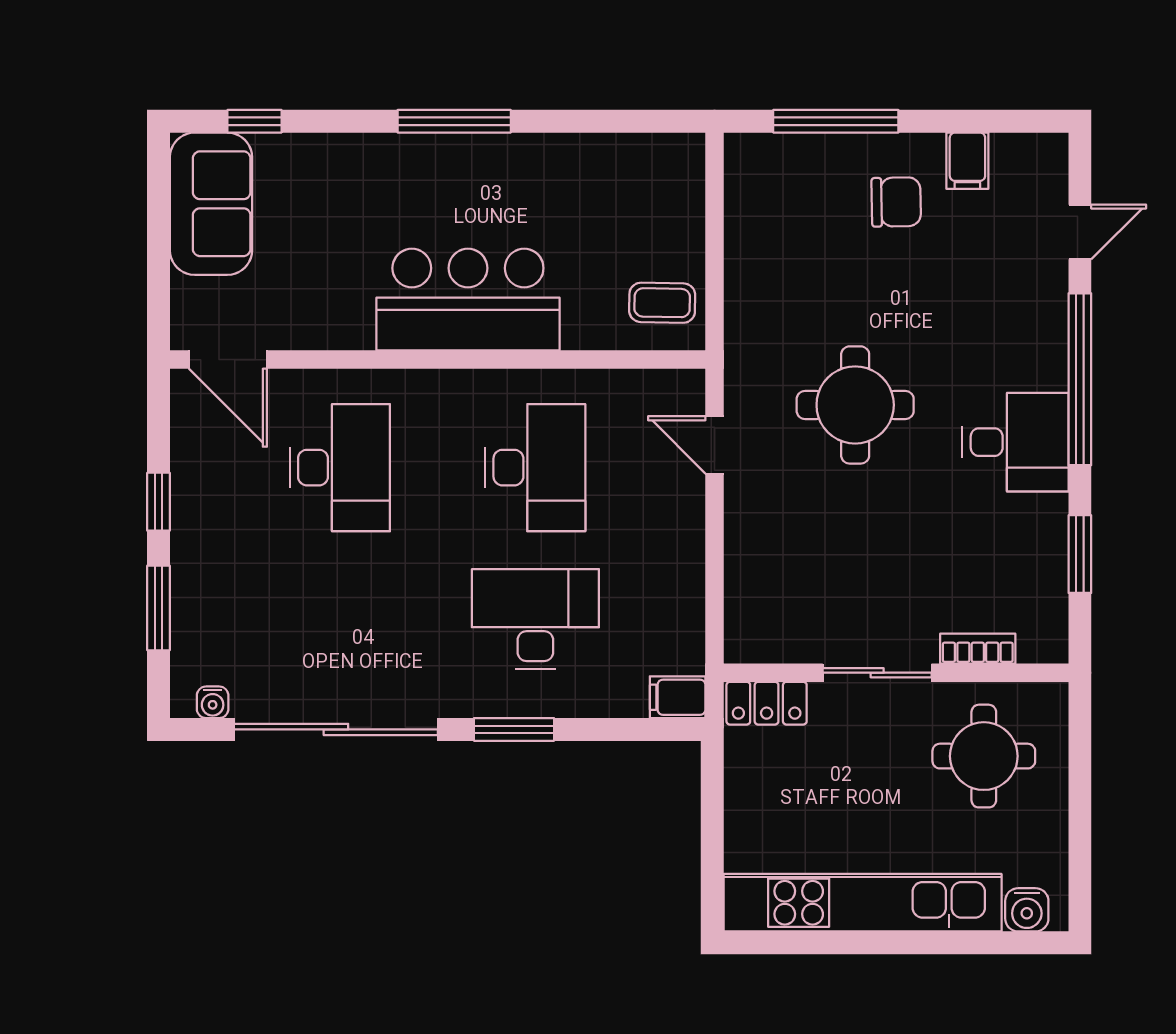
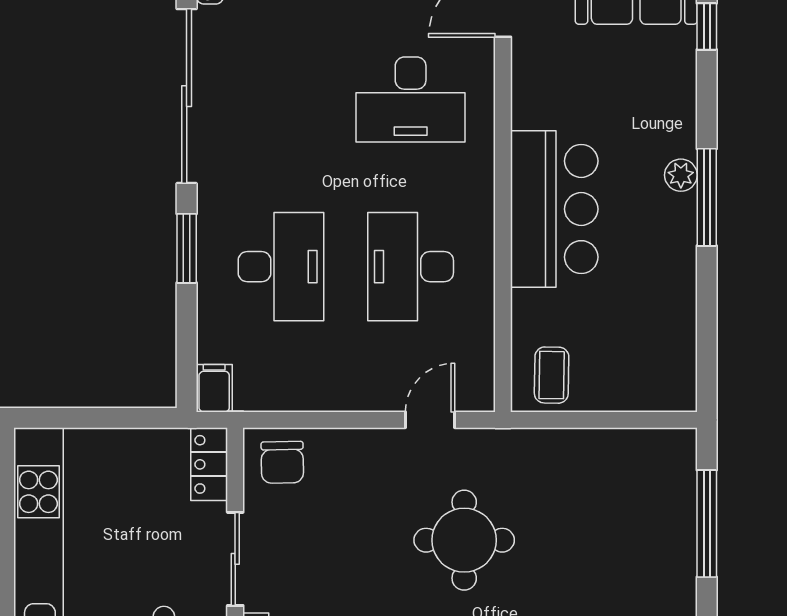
plant: (428, 152) -> (681, 175), added
chair: (896, 202) -> (282, 462), moved
desk: (535, 468) -> (411, 267), turned 90

